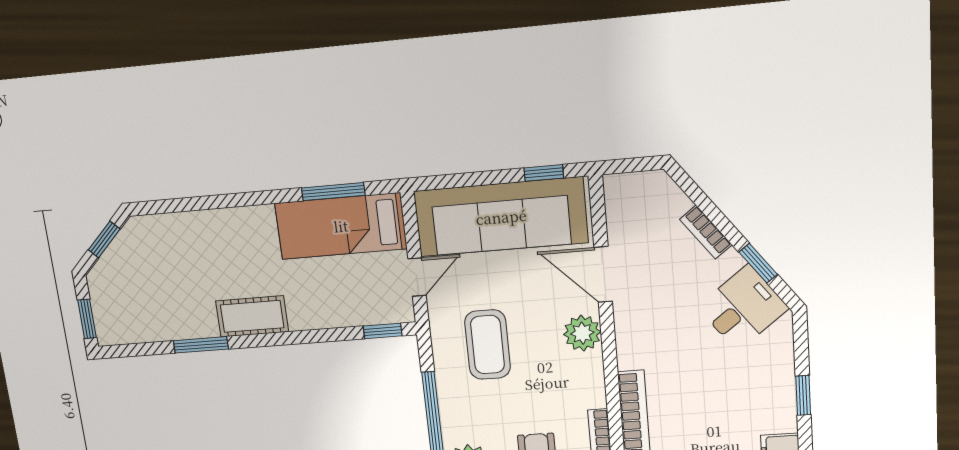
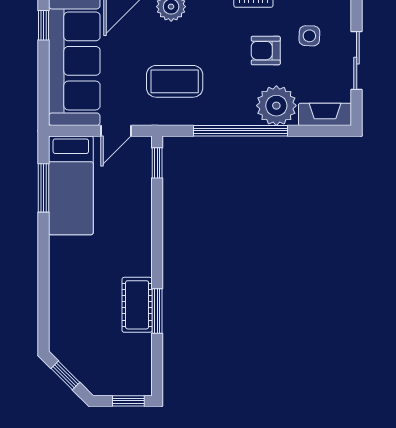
door: (417, 277) -> (116, 131), swing flipped
cot: (252, 316) -> (137, 305), moved

